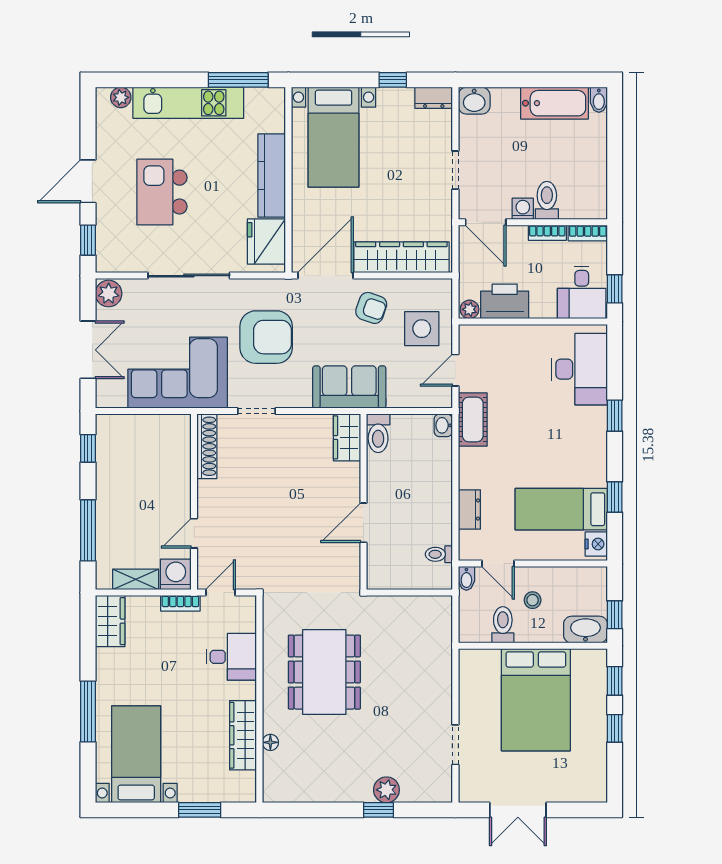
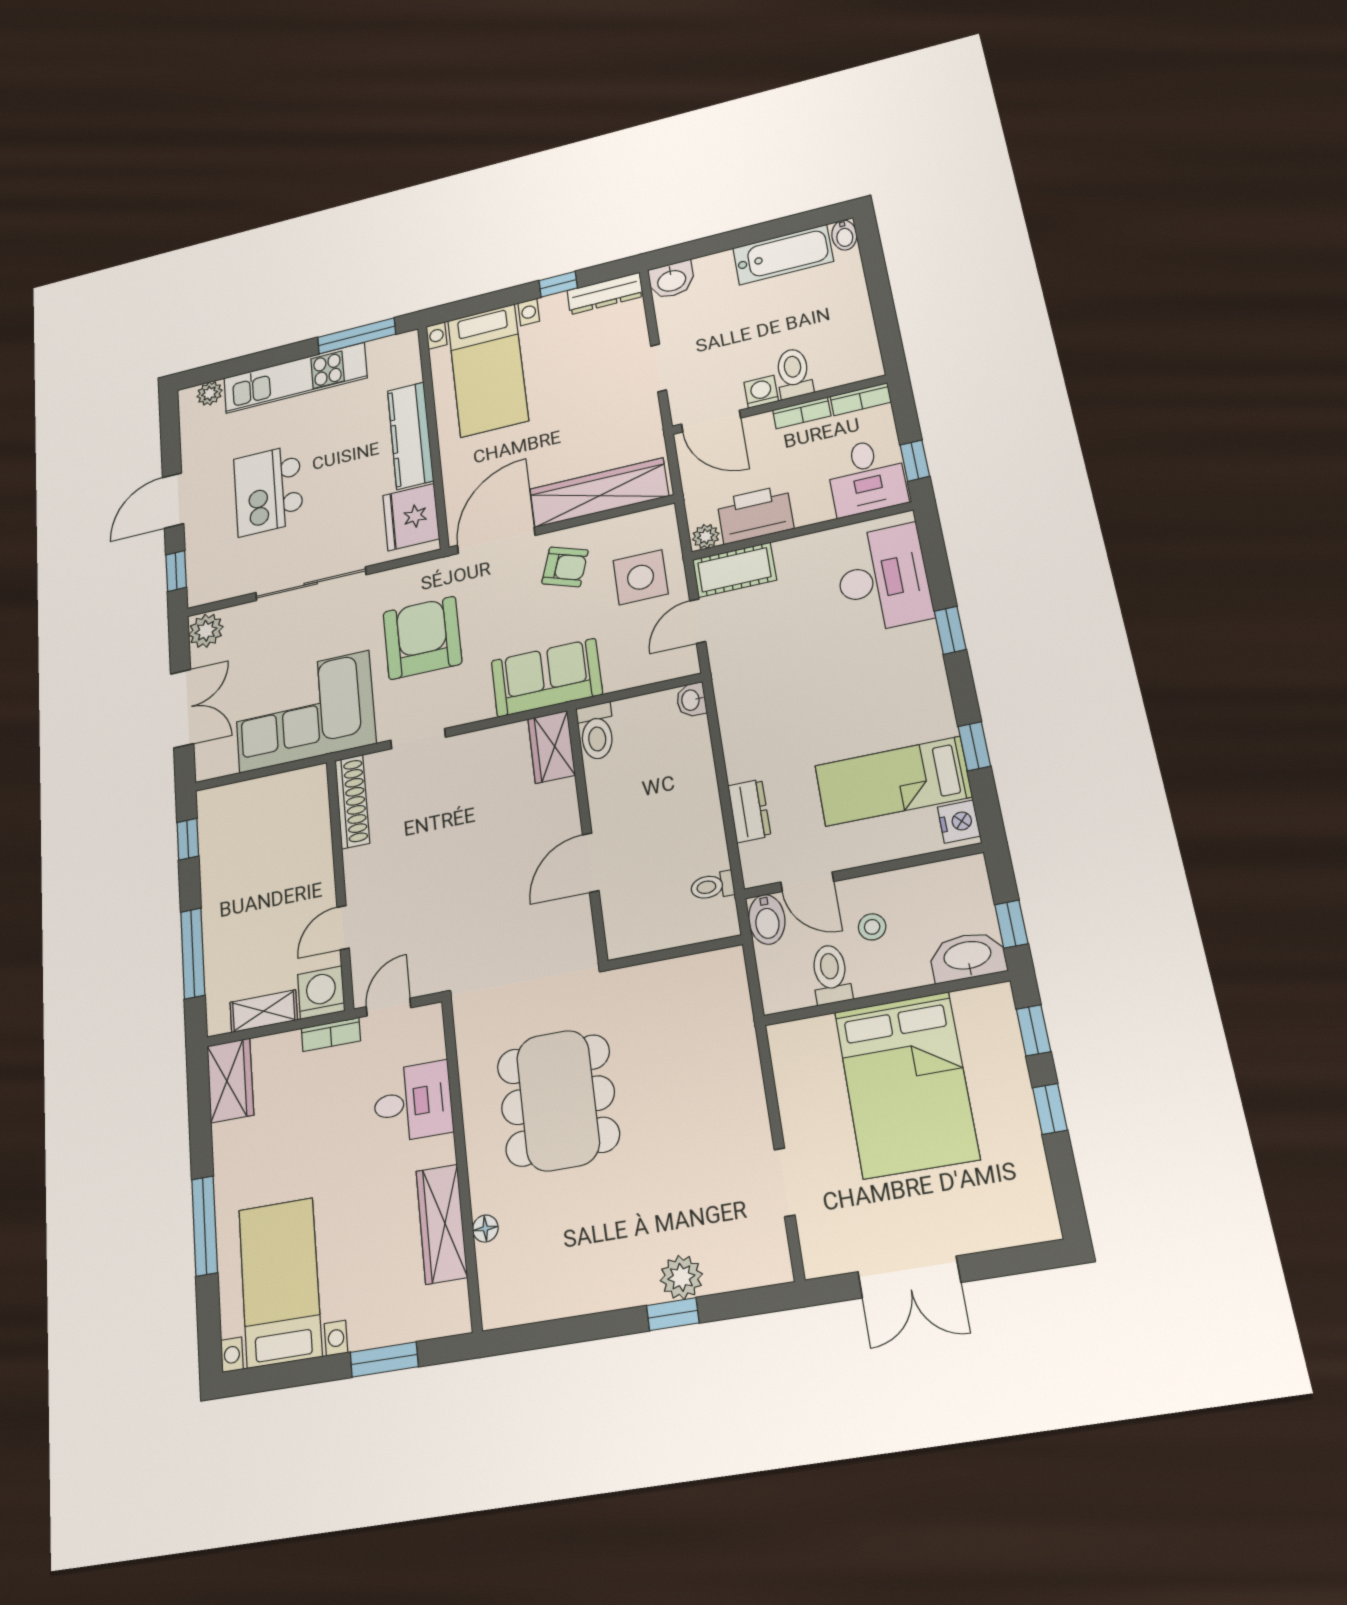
dresser: (434, 98) -> (605, 293), width x1.44
armchair: (266, 337) -> (422, 638), turned -90
cot: (473, 419) -> (734, 570), moved, turned 90
bidet: (466, 578) -> (767, 919), width x1.38, depth x1.36

